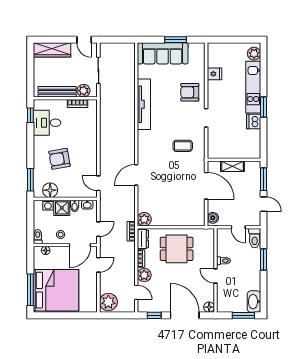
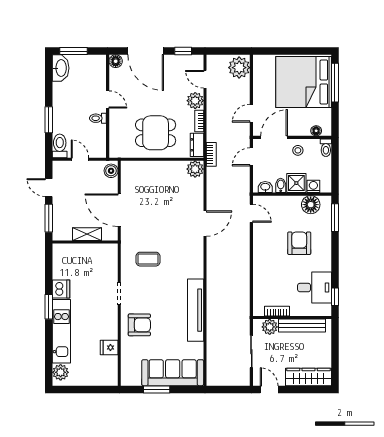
armchair: (59, 159) -> (299, 243), turned -80

